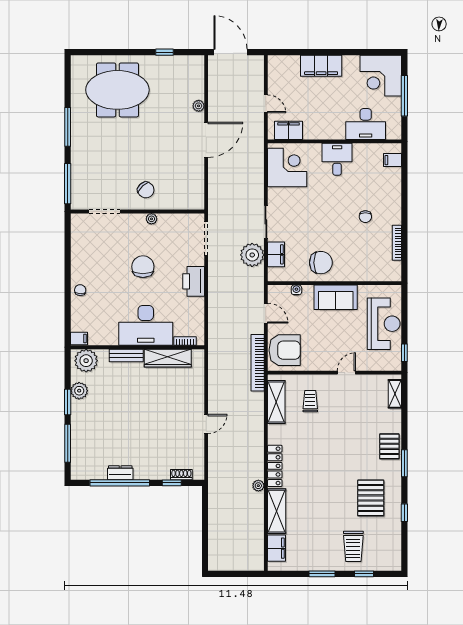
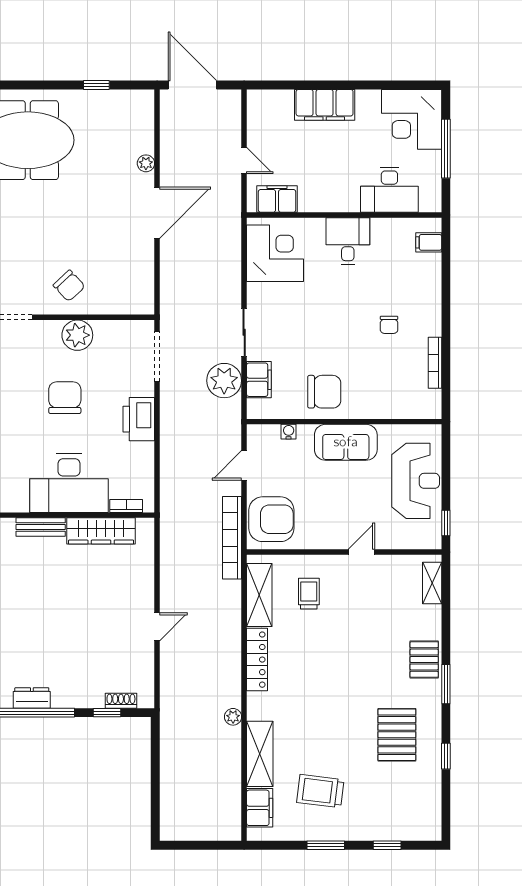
plant: (151, 219) -> (77, 335), width x1.88, depth x1.88
door: (266, 313) -> (244, 465), swing flipped
locker: (275, 466) -> (257, 660), moved
trolley: (353, 546) -> (320, 791), moved, turned 97

